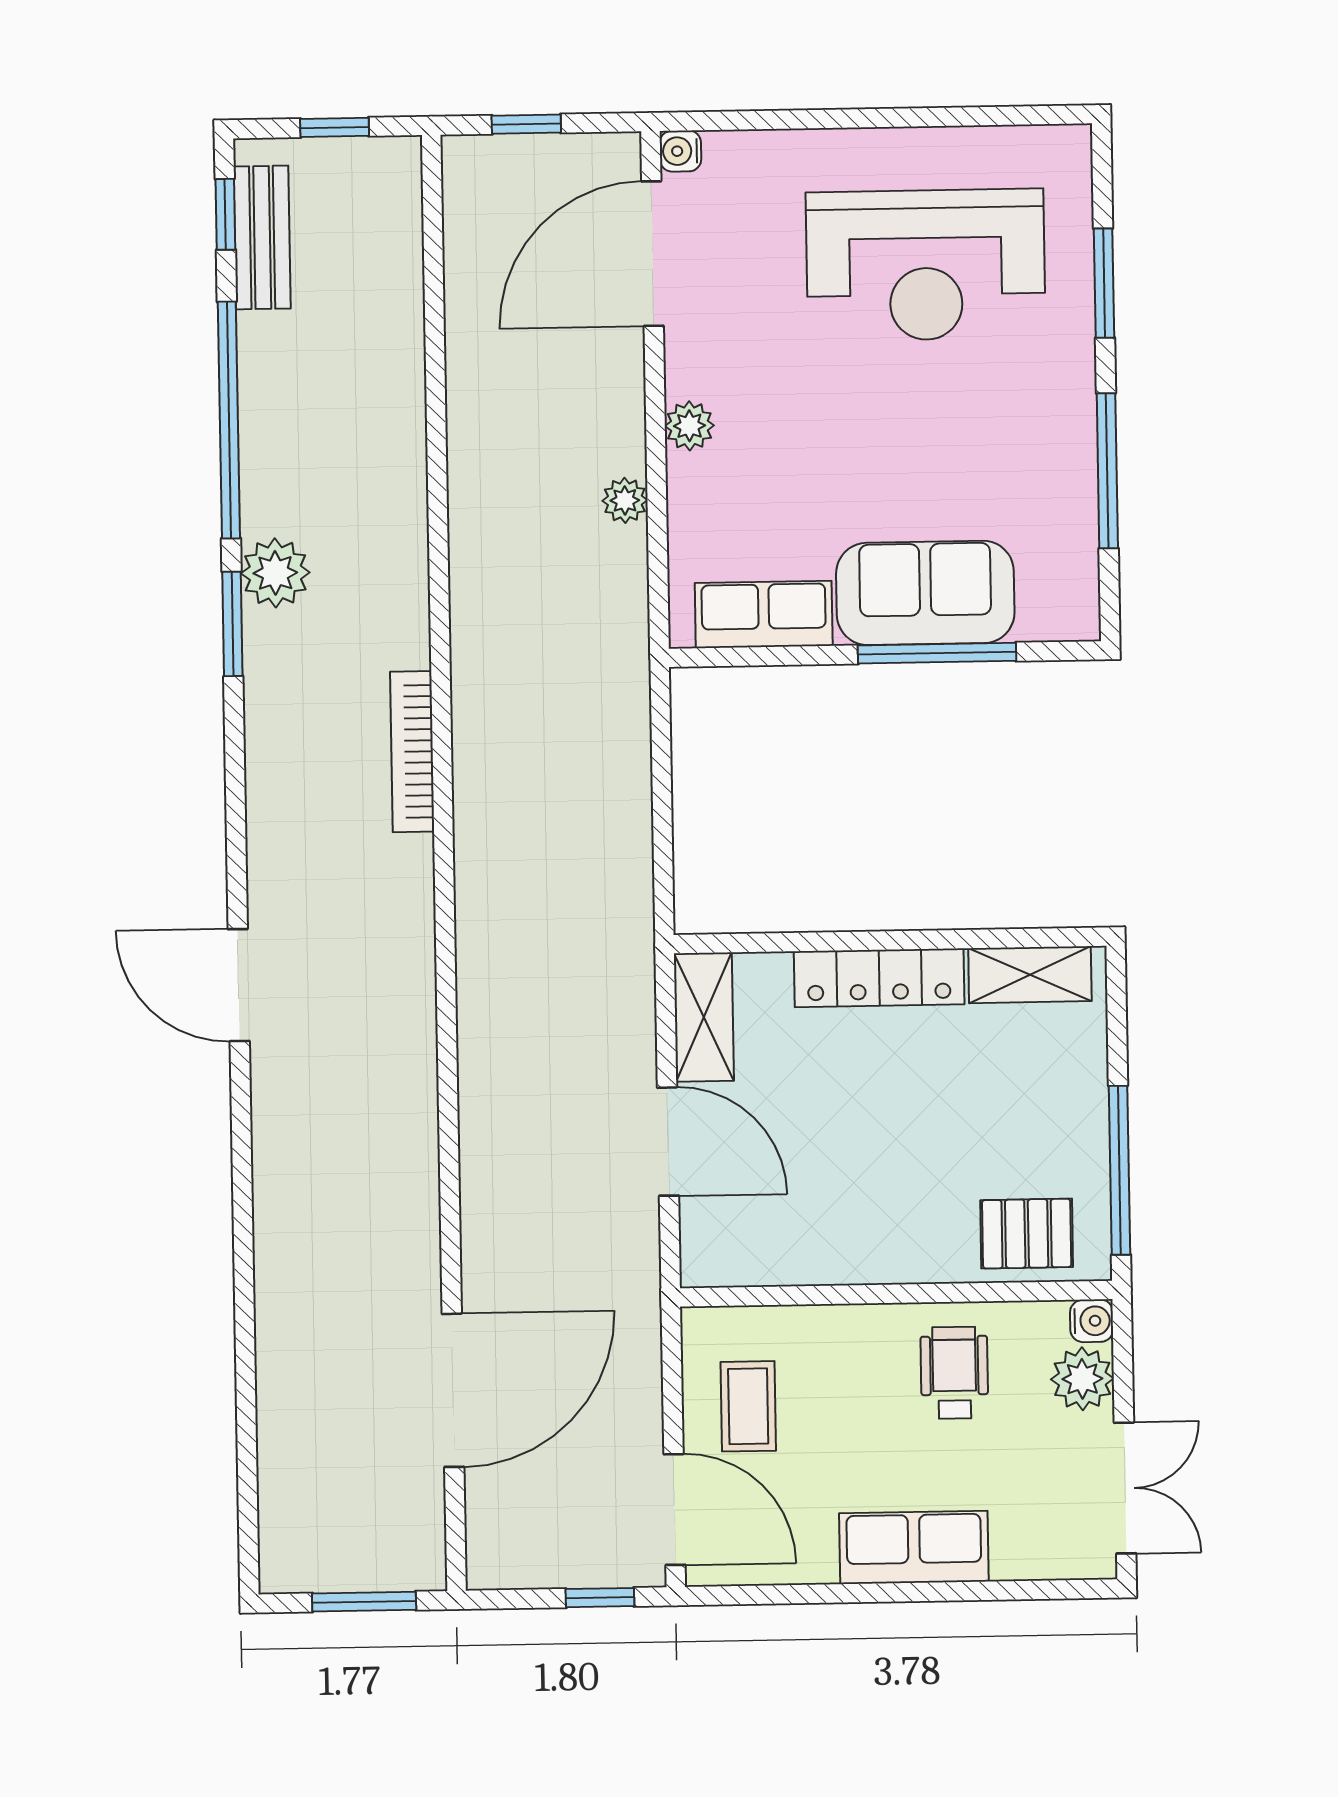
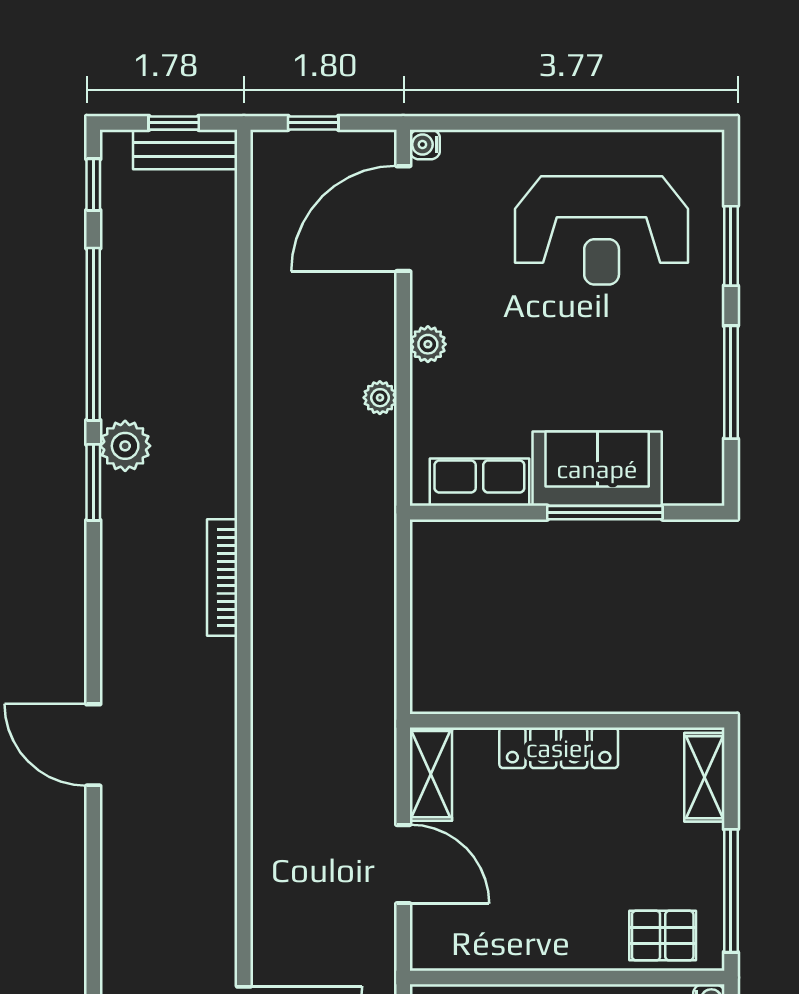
bench: (262, 237) -> (185, 149), moved, turned 90
shelving: (1030, 975) -> (704, 777), moved, turned 90

